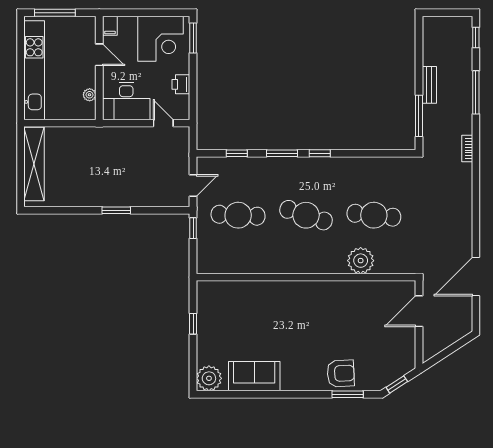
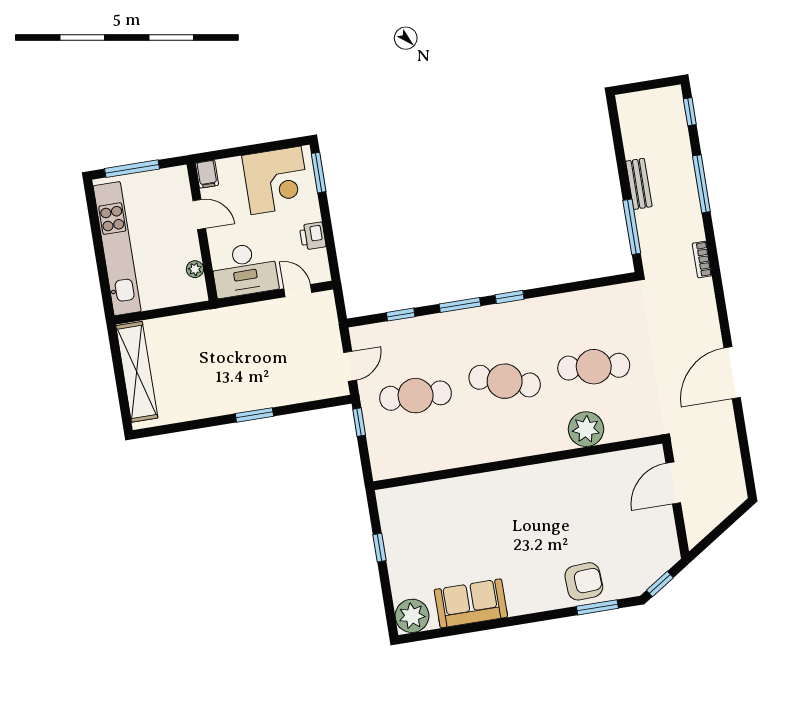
door: (476, 277) -> (732, 373), moved

